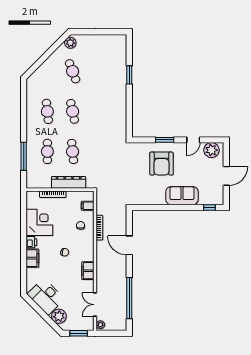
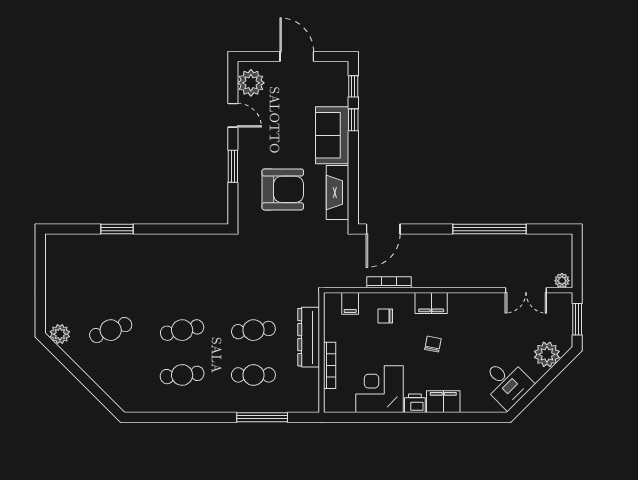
armchair: (161, 164) -> (283, 189), moved
fireplace: (150, 199) -> (337, 193), added
window: (191, 208) -> (353, 120), added
door: (129, 245) -> (383, 229), moved
filing cabinet: (88, 271) -> (431, 303), moved
desk: (46, 297) -> (507, 383), width x0.73
window: (129, 298) -> (489, 229), moved

